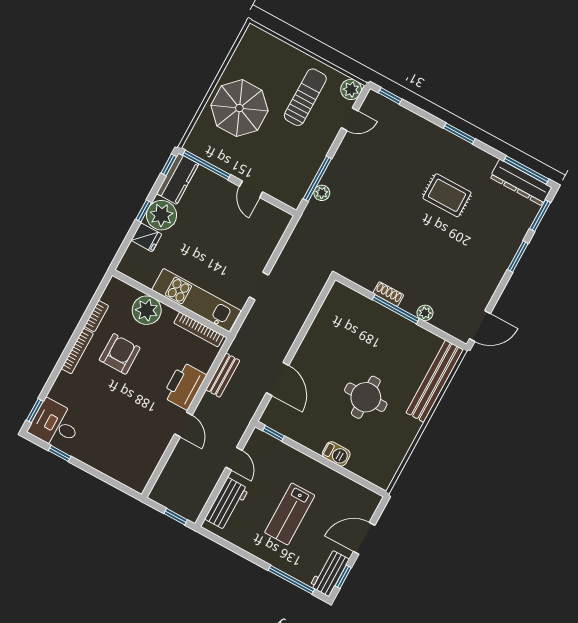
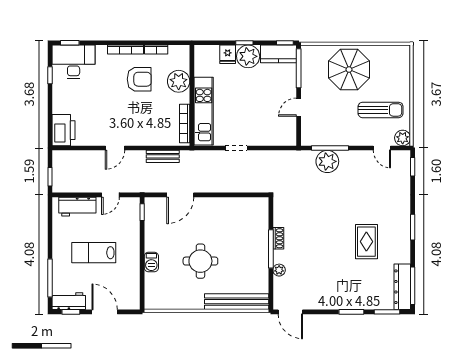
plant: (322, 193) -> (327, 161), width x1.88, depth x1.88
printer: (184, 386) -> (63, 130), moved, turned 90
desk: (55, 425) -> (74, 62), width x1.37

